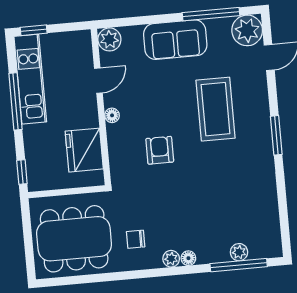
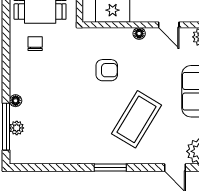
coffee table: (216, 109) -> (137, 119), turned -59
floor lamp: (188, 258) -> (16, 101), moved
plant: (171, 259) -> (16, 71), removed

